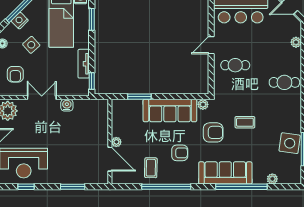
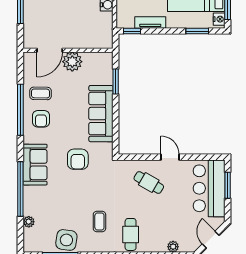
cafe table: (235, 65) -> (149, 183), turned -60
plant: (203, 104) -> (107, 148), removed
coffee table: (245, 122) -> (99, 221), moved
plant: (116, 142) -> (72, 62), width x1.88, depth x1.88
armchair: (180, 153) -> (41, 119), moved
sofa: (225, 173) -> (35, 165), width x0.73

